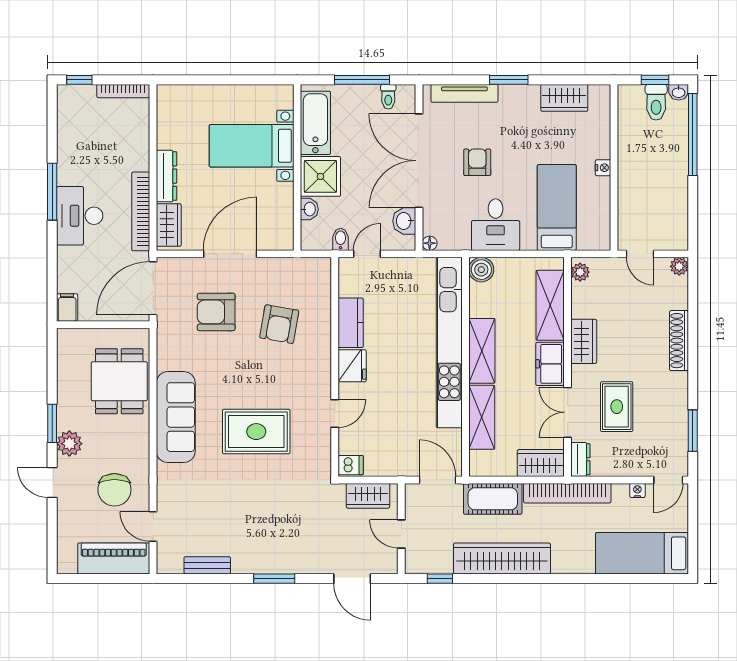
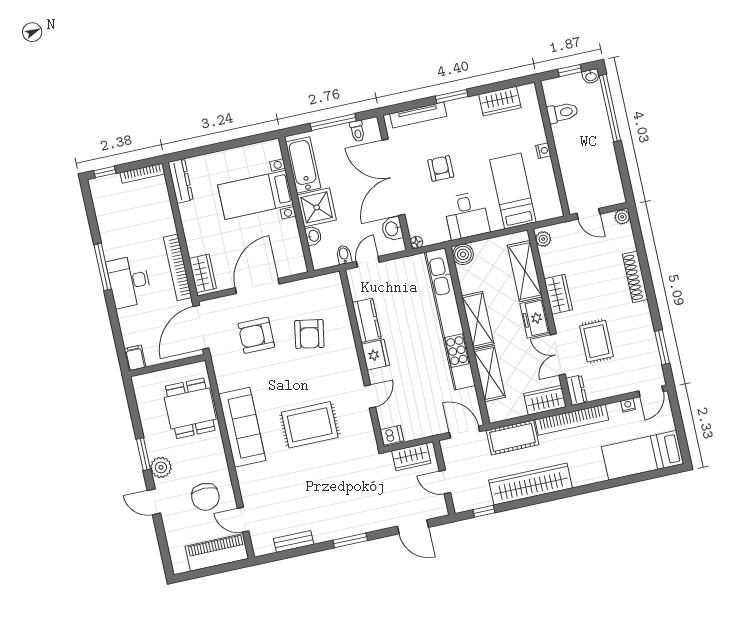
toilet: (656, 102) -> (562, 113), moved, turned -90
dresser: (166, 176) -> (181, 181), moved

